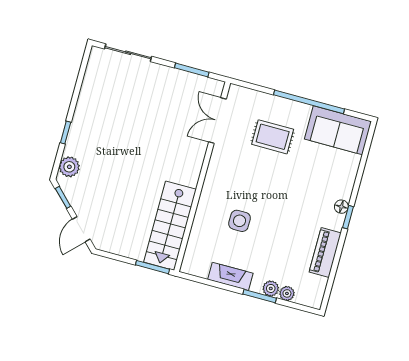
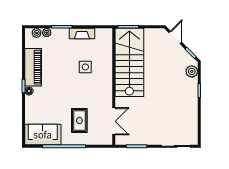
rug: (273, 137) -> (79, 121), turned 90
stairs: (170, 226) -> (129, 62), width x1.36, depth x1.51
piano: (325, 253) -> (33, 67), width x1.37, depth x1.33
plant: (271, 288) -> (37, 33), moved

